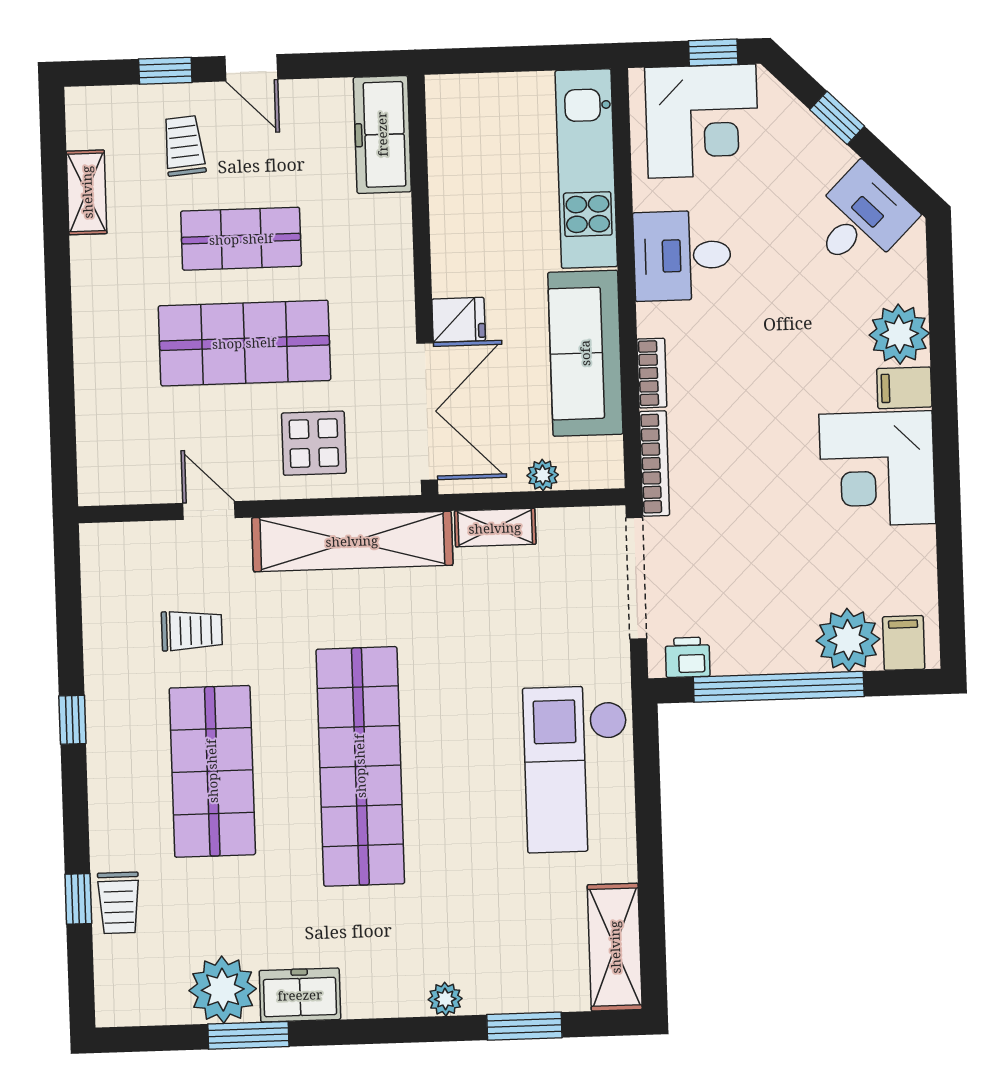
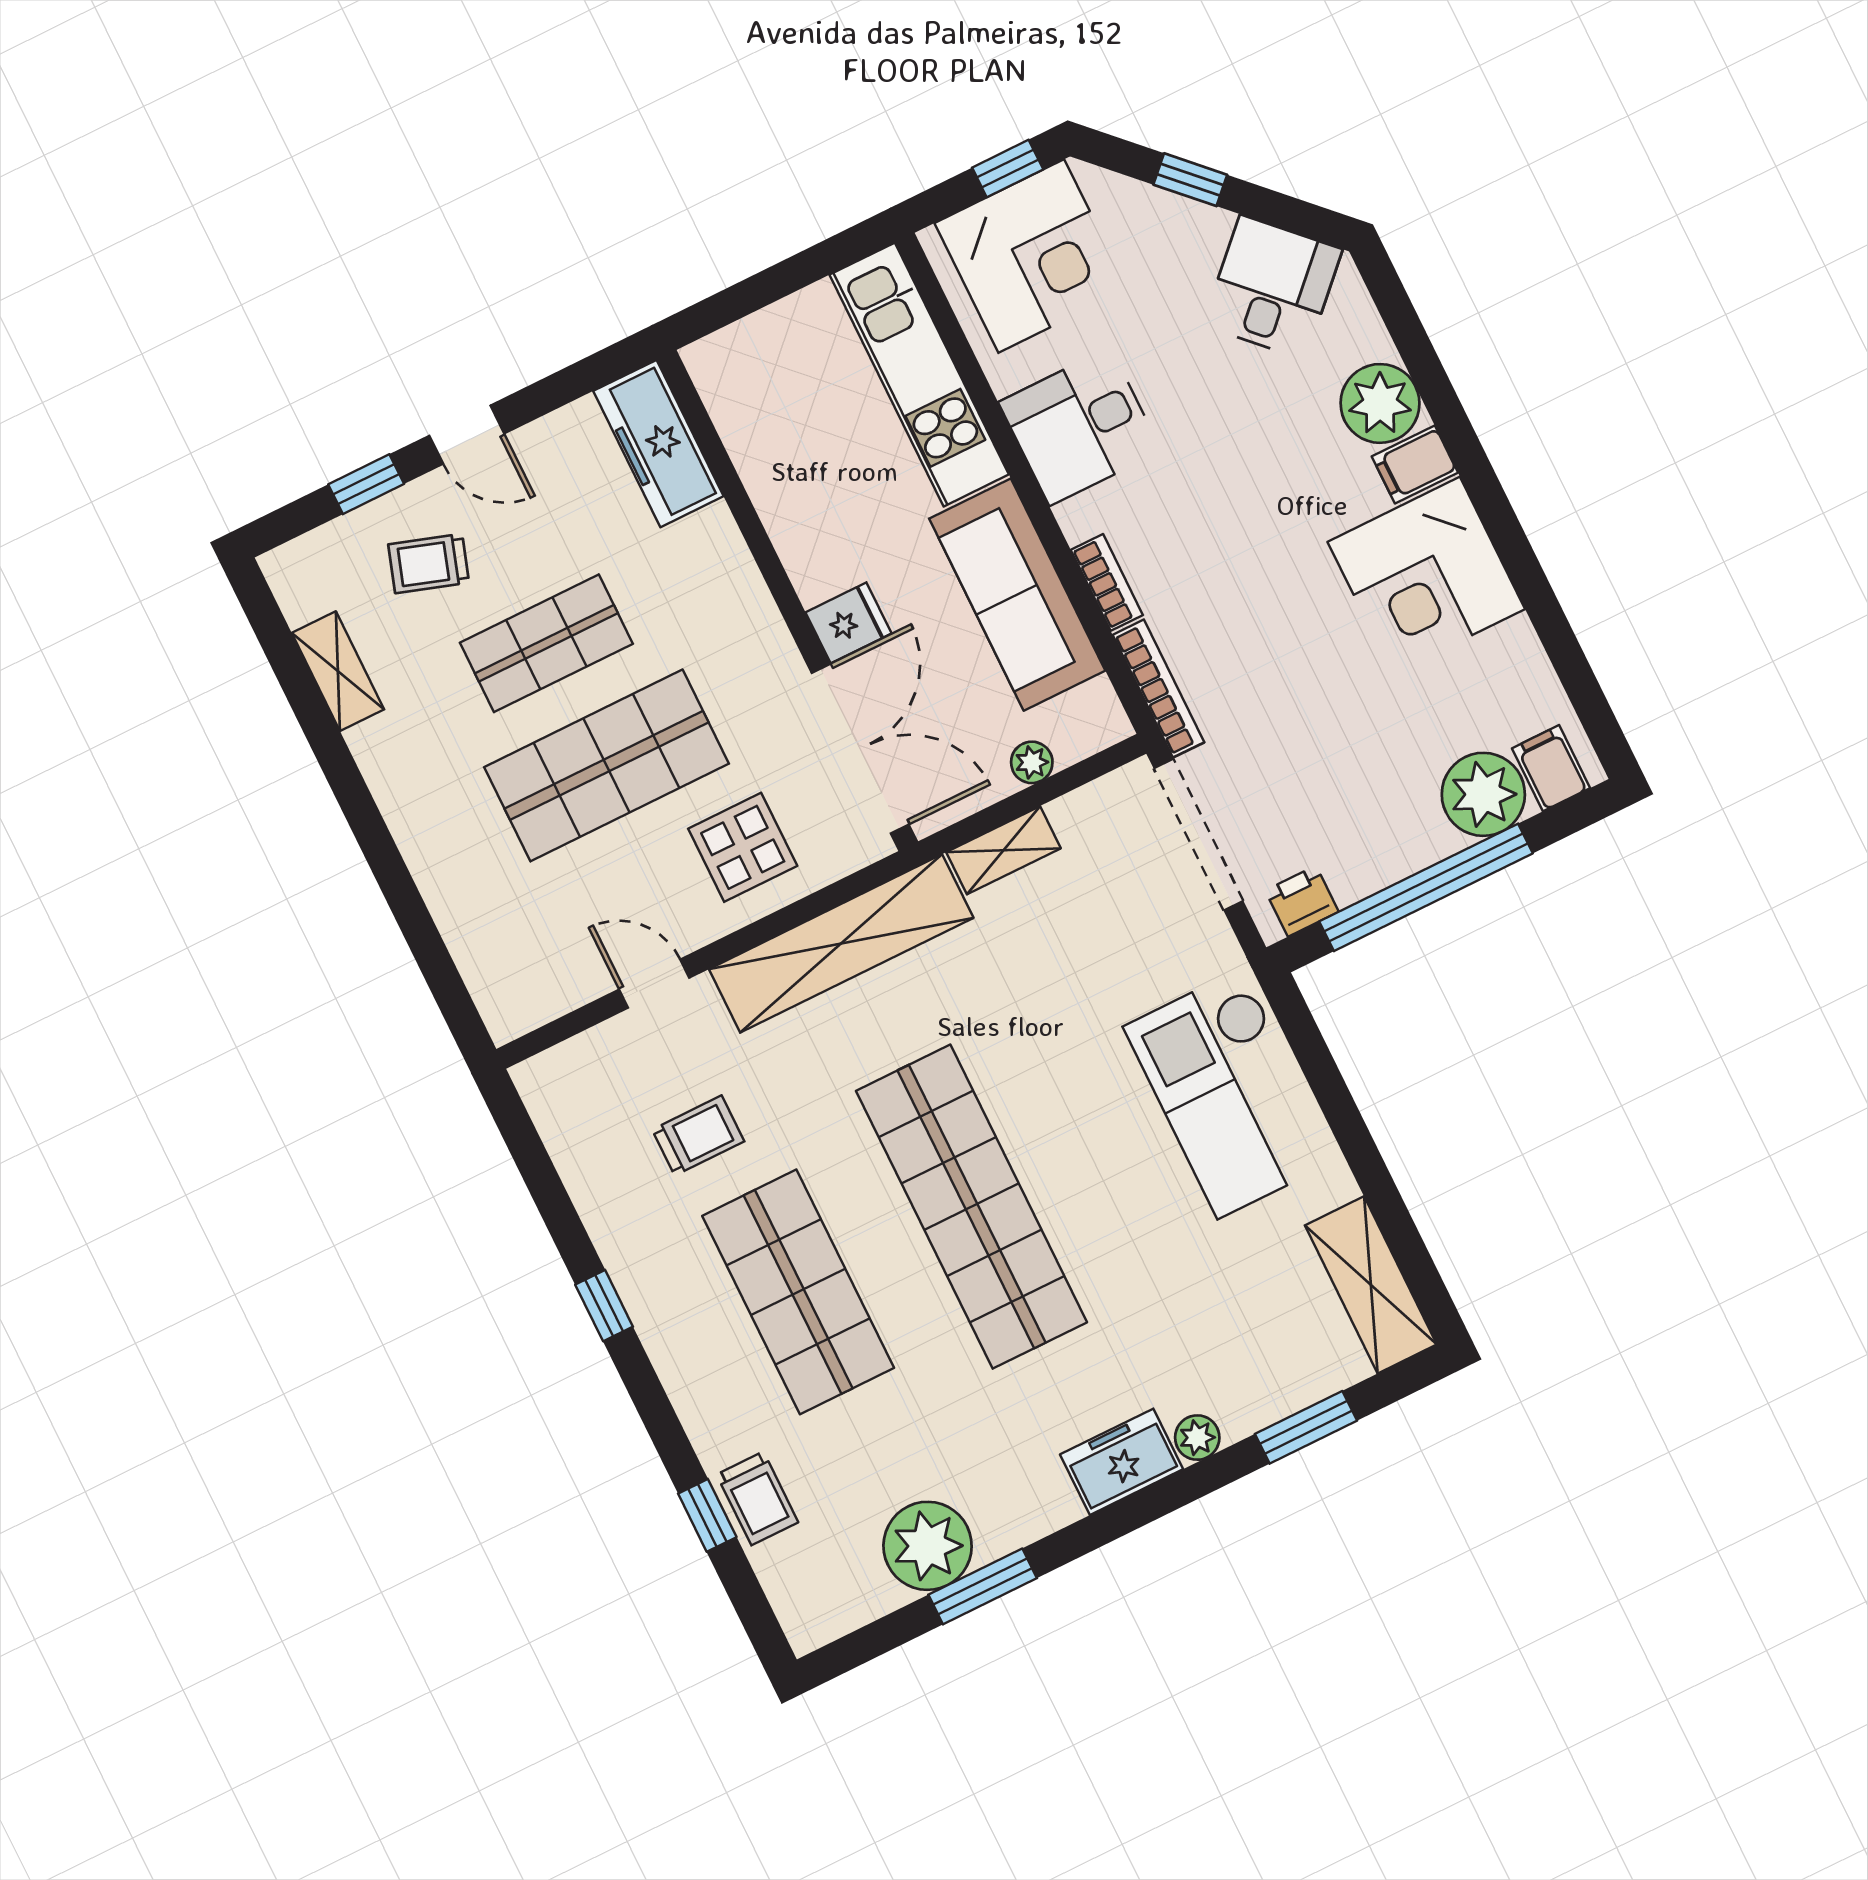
trolley: (184, 146) -> (429, 563), turned -67
freezer: (300, 995) -> (1122, 1462), moved

